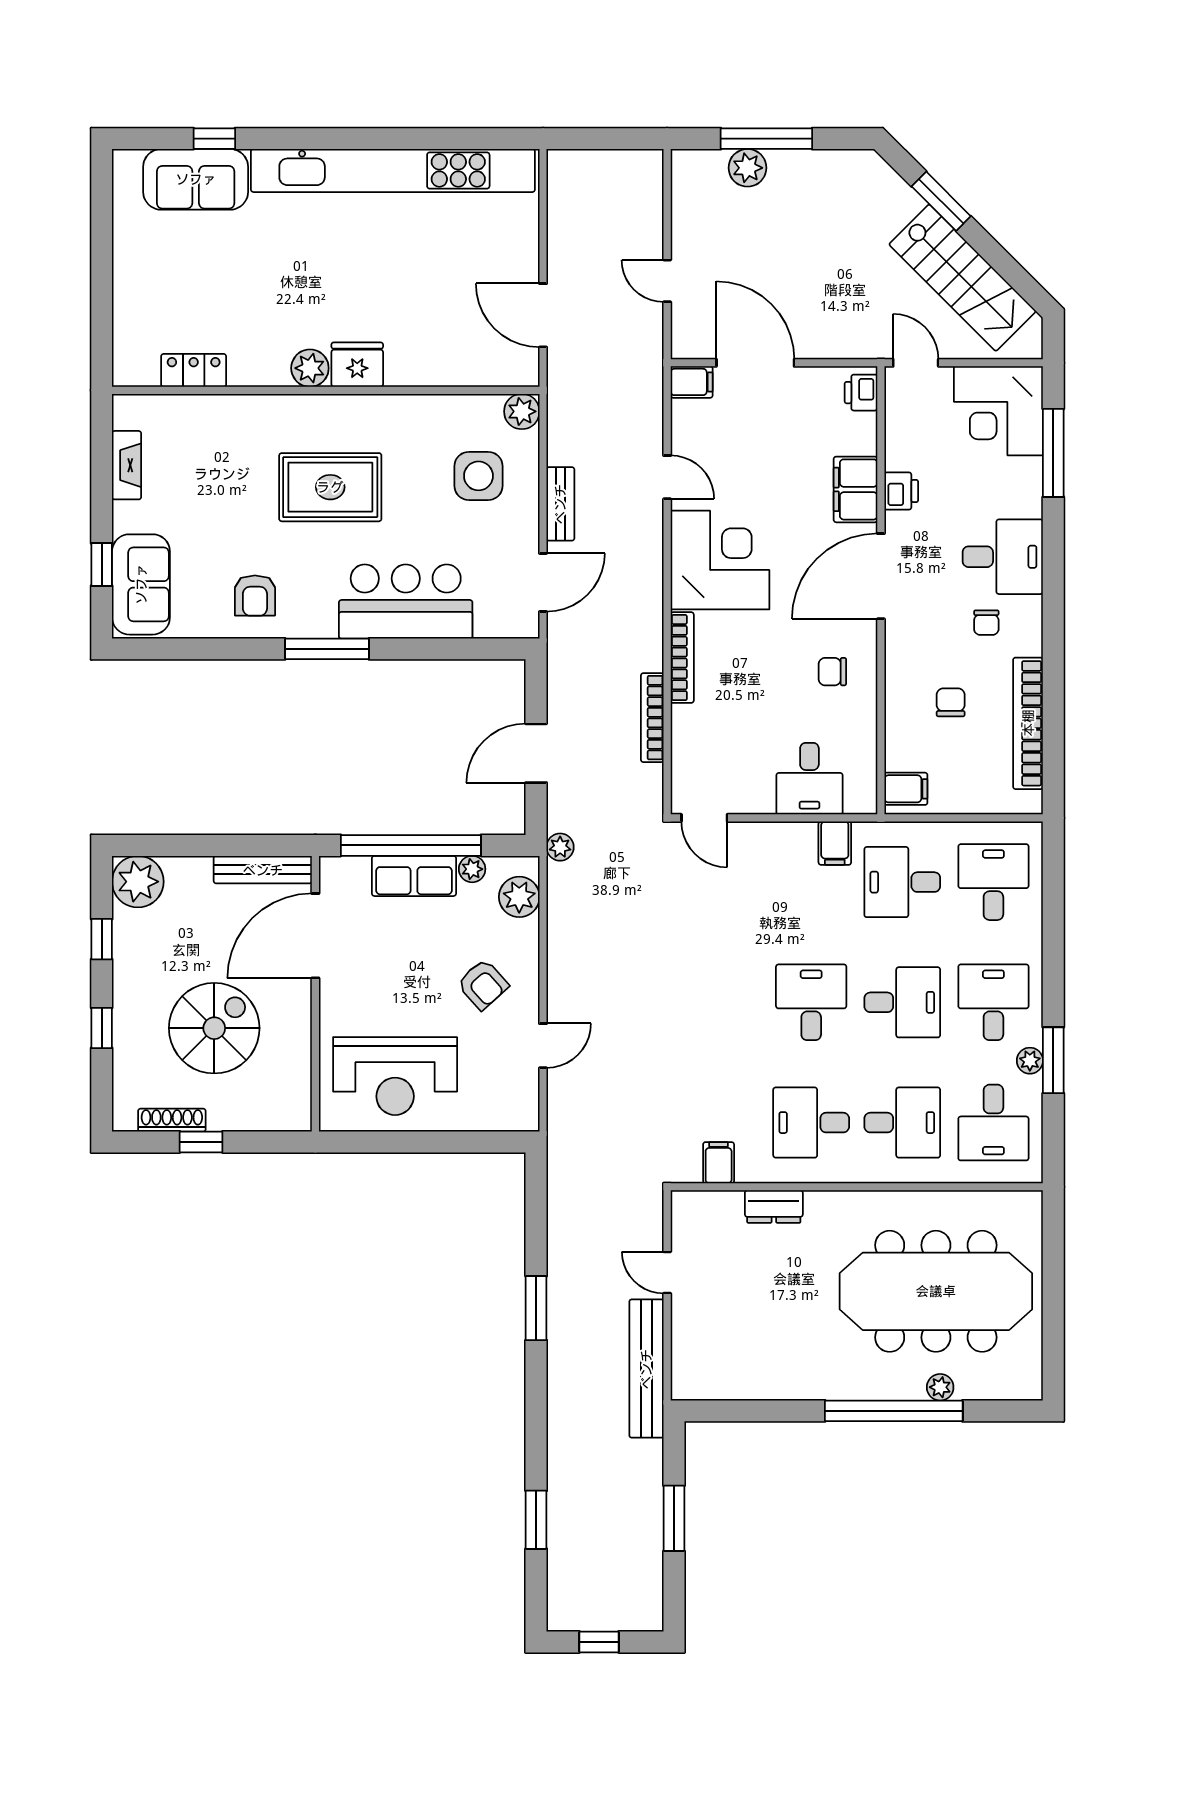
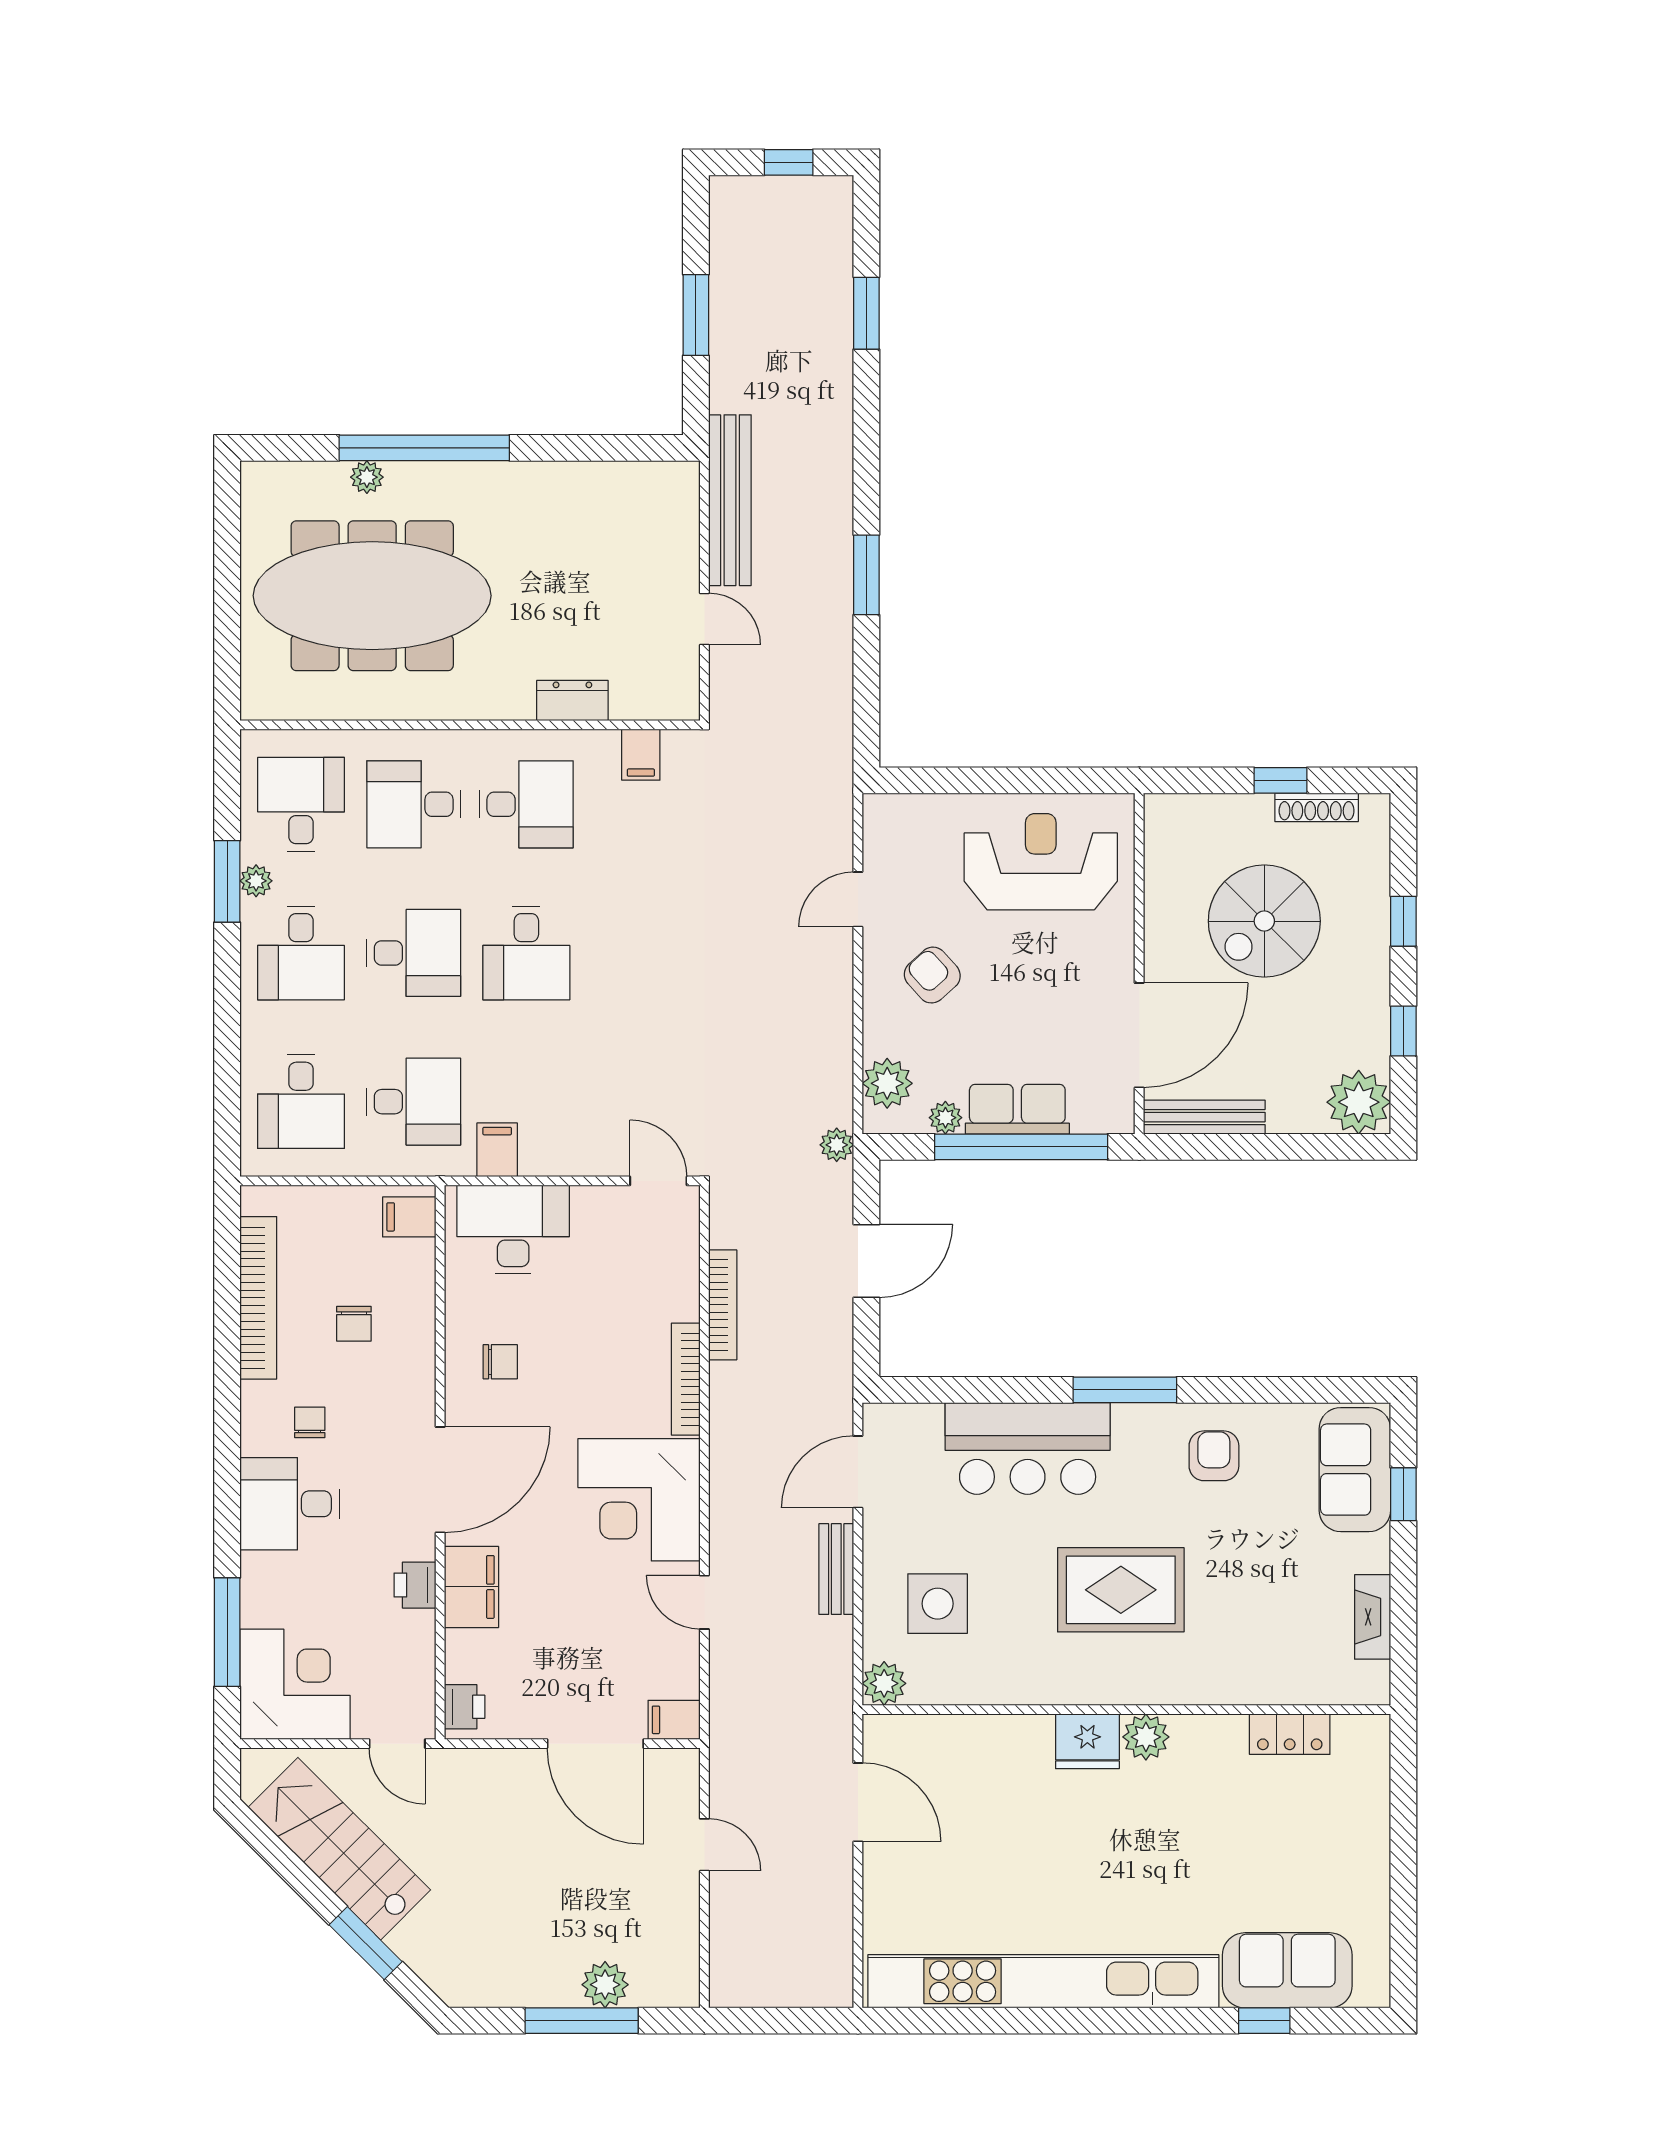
desk: (809, 779) -> (513, 1229), width x1.37
desk: (902, 1002) -> (414, 953), turned 180

